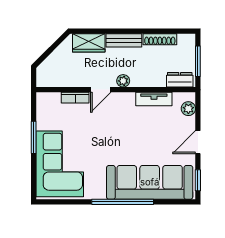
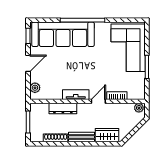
dresser: (180, 80) -> (63, 109), moved, width x1.44
plant: (123, 81) -> (139, 108), moved
tv unit: (154, 99) -> (76, 95), moved

